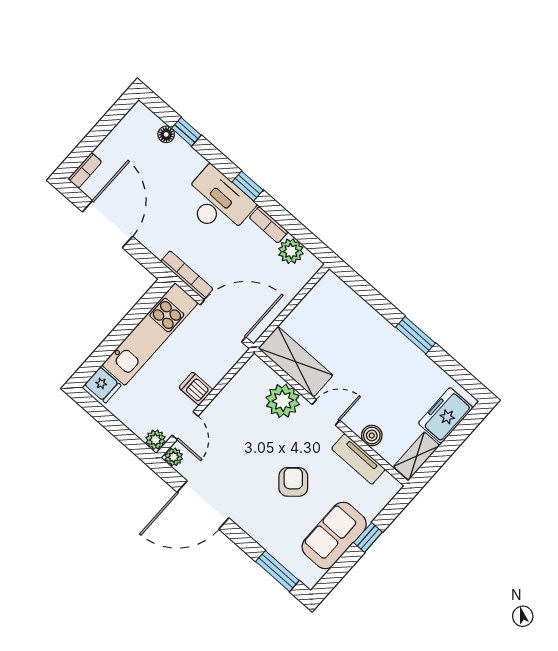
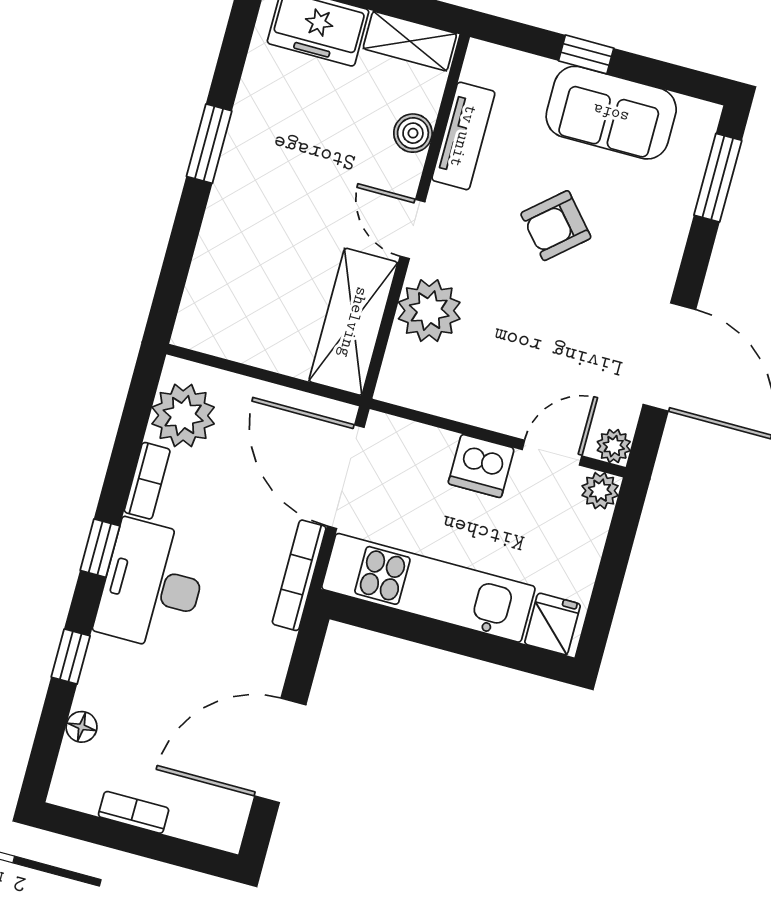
window: (186, 132) -> (71, 656), moved
bookcase: (85, 170) -> (134, 812), moved
plant: (291, 251) -> (183, 415), width x1.36, depth x1.36
dishwasher: (196, 389) -> (481, 466), width x1.38

